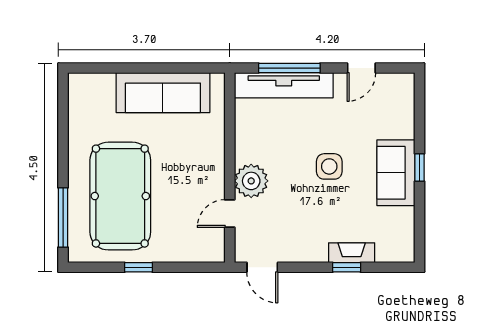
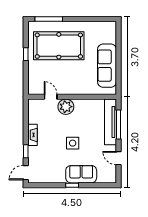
sofa: (396, 173) -> (81, 174), moved
fireplace: (352, 253) -> (32, 135), moved
door: (262, 267) -> (26, 173), moved

